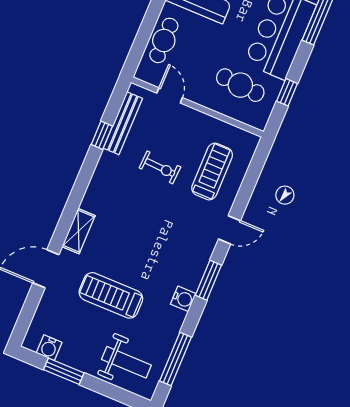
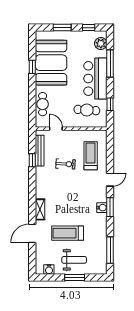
water cooler: (183, 299) -> (102, 208), moved
weight bench: (126, 362) -> (74, 260), moved
window: (64, 371) -> (75, 278), moved

